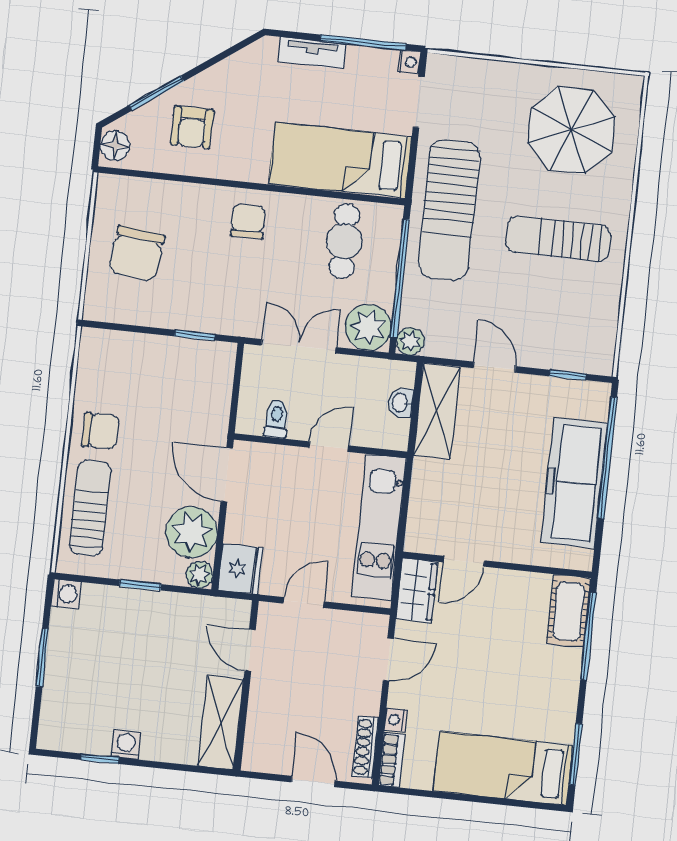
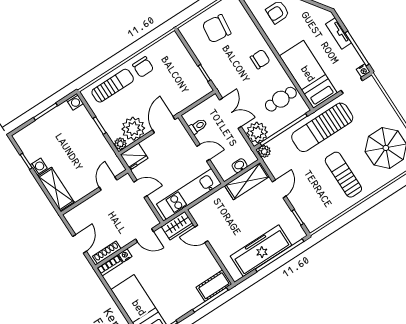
shelving: (221, 723) -> (56, 189), moved, turned 90

